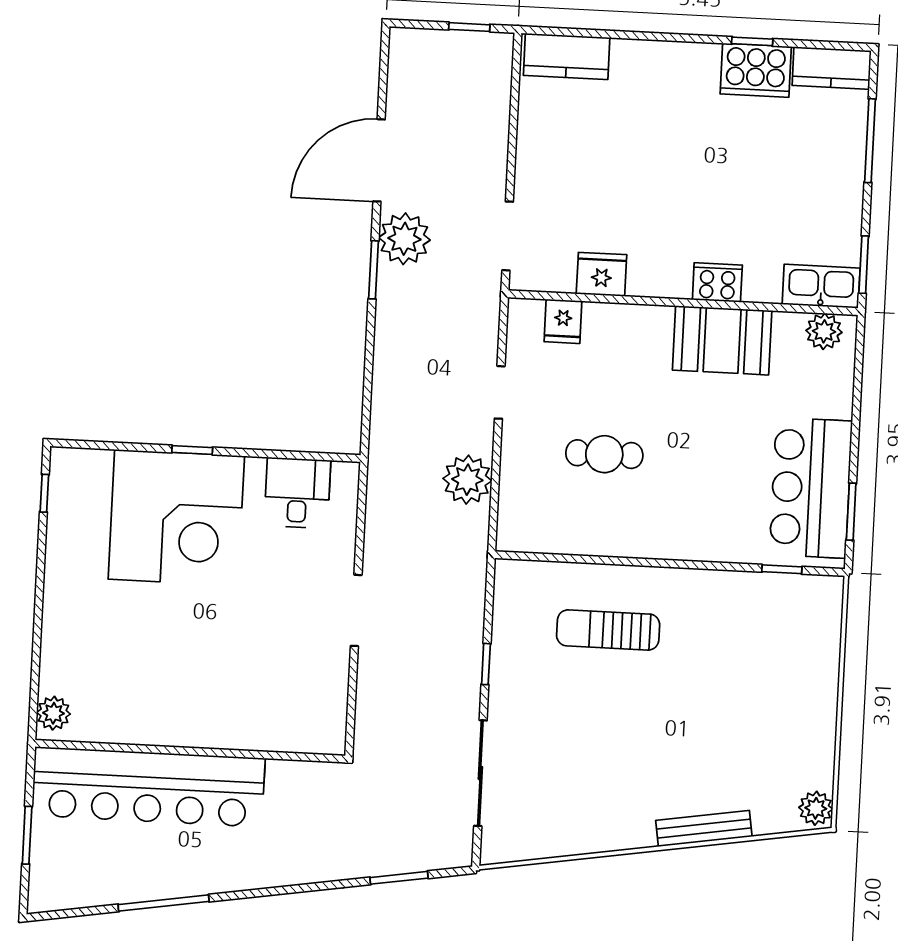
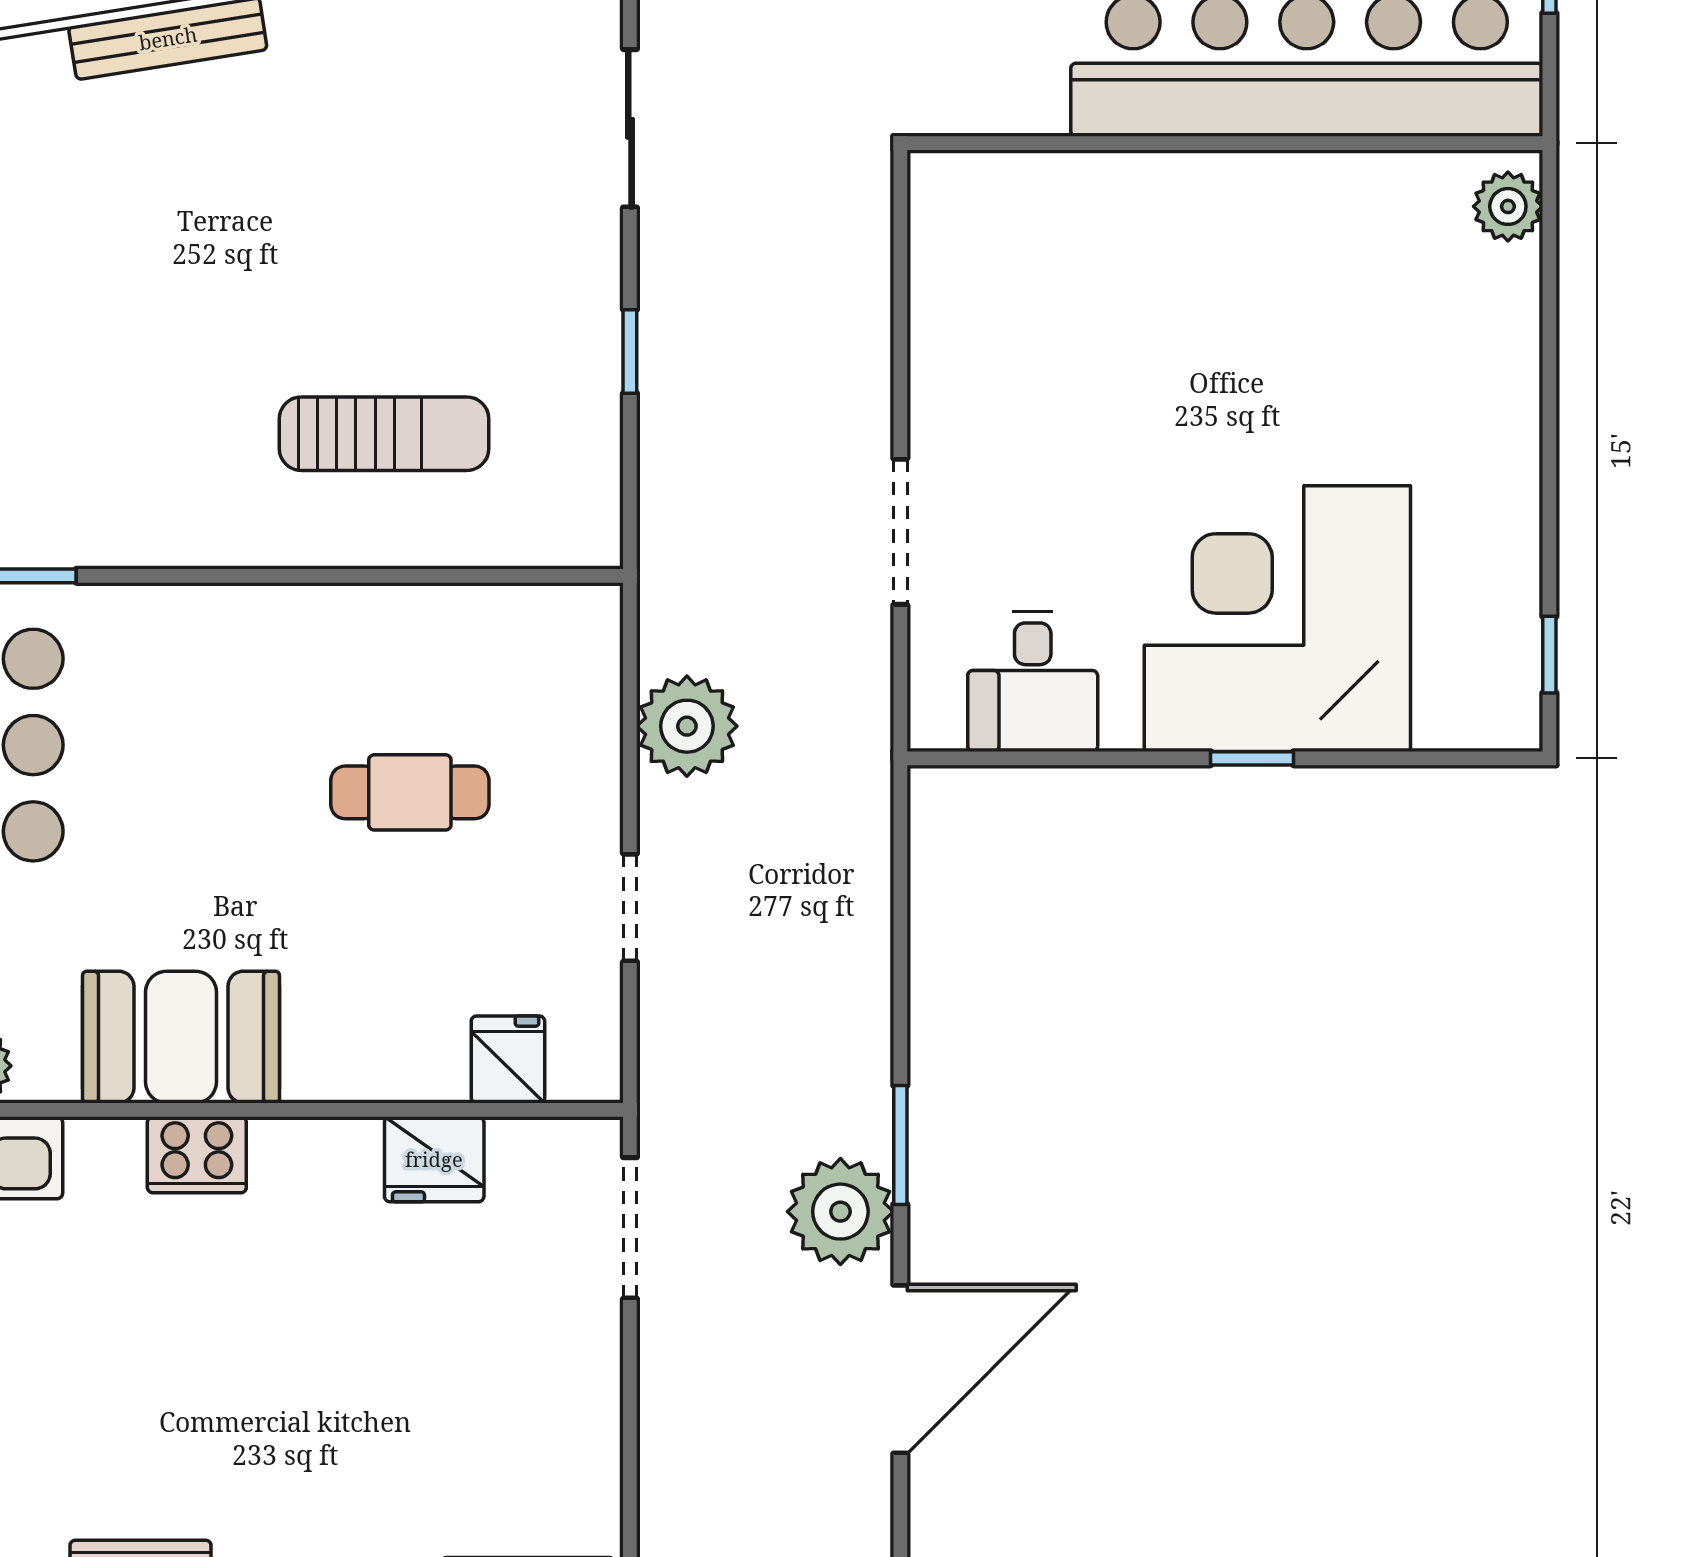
doorway: (356, 610) -> (900, 532), moved
sliding door: (480, 773) -> (630, 128), width x0.73

